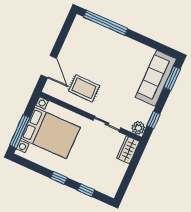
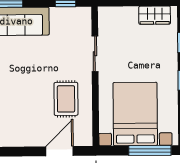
plant: (138, 128) -> (83, 15), removed
wardrobe: (128, 150) -> (155, 15), moved

